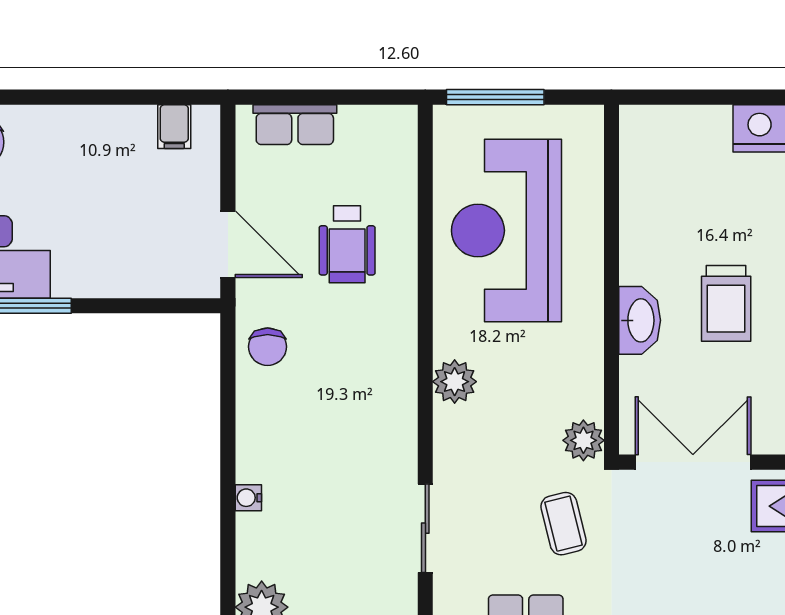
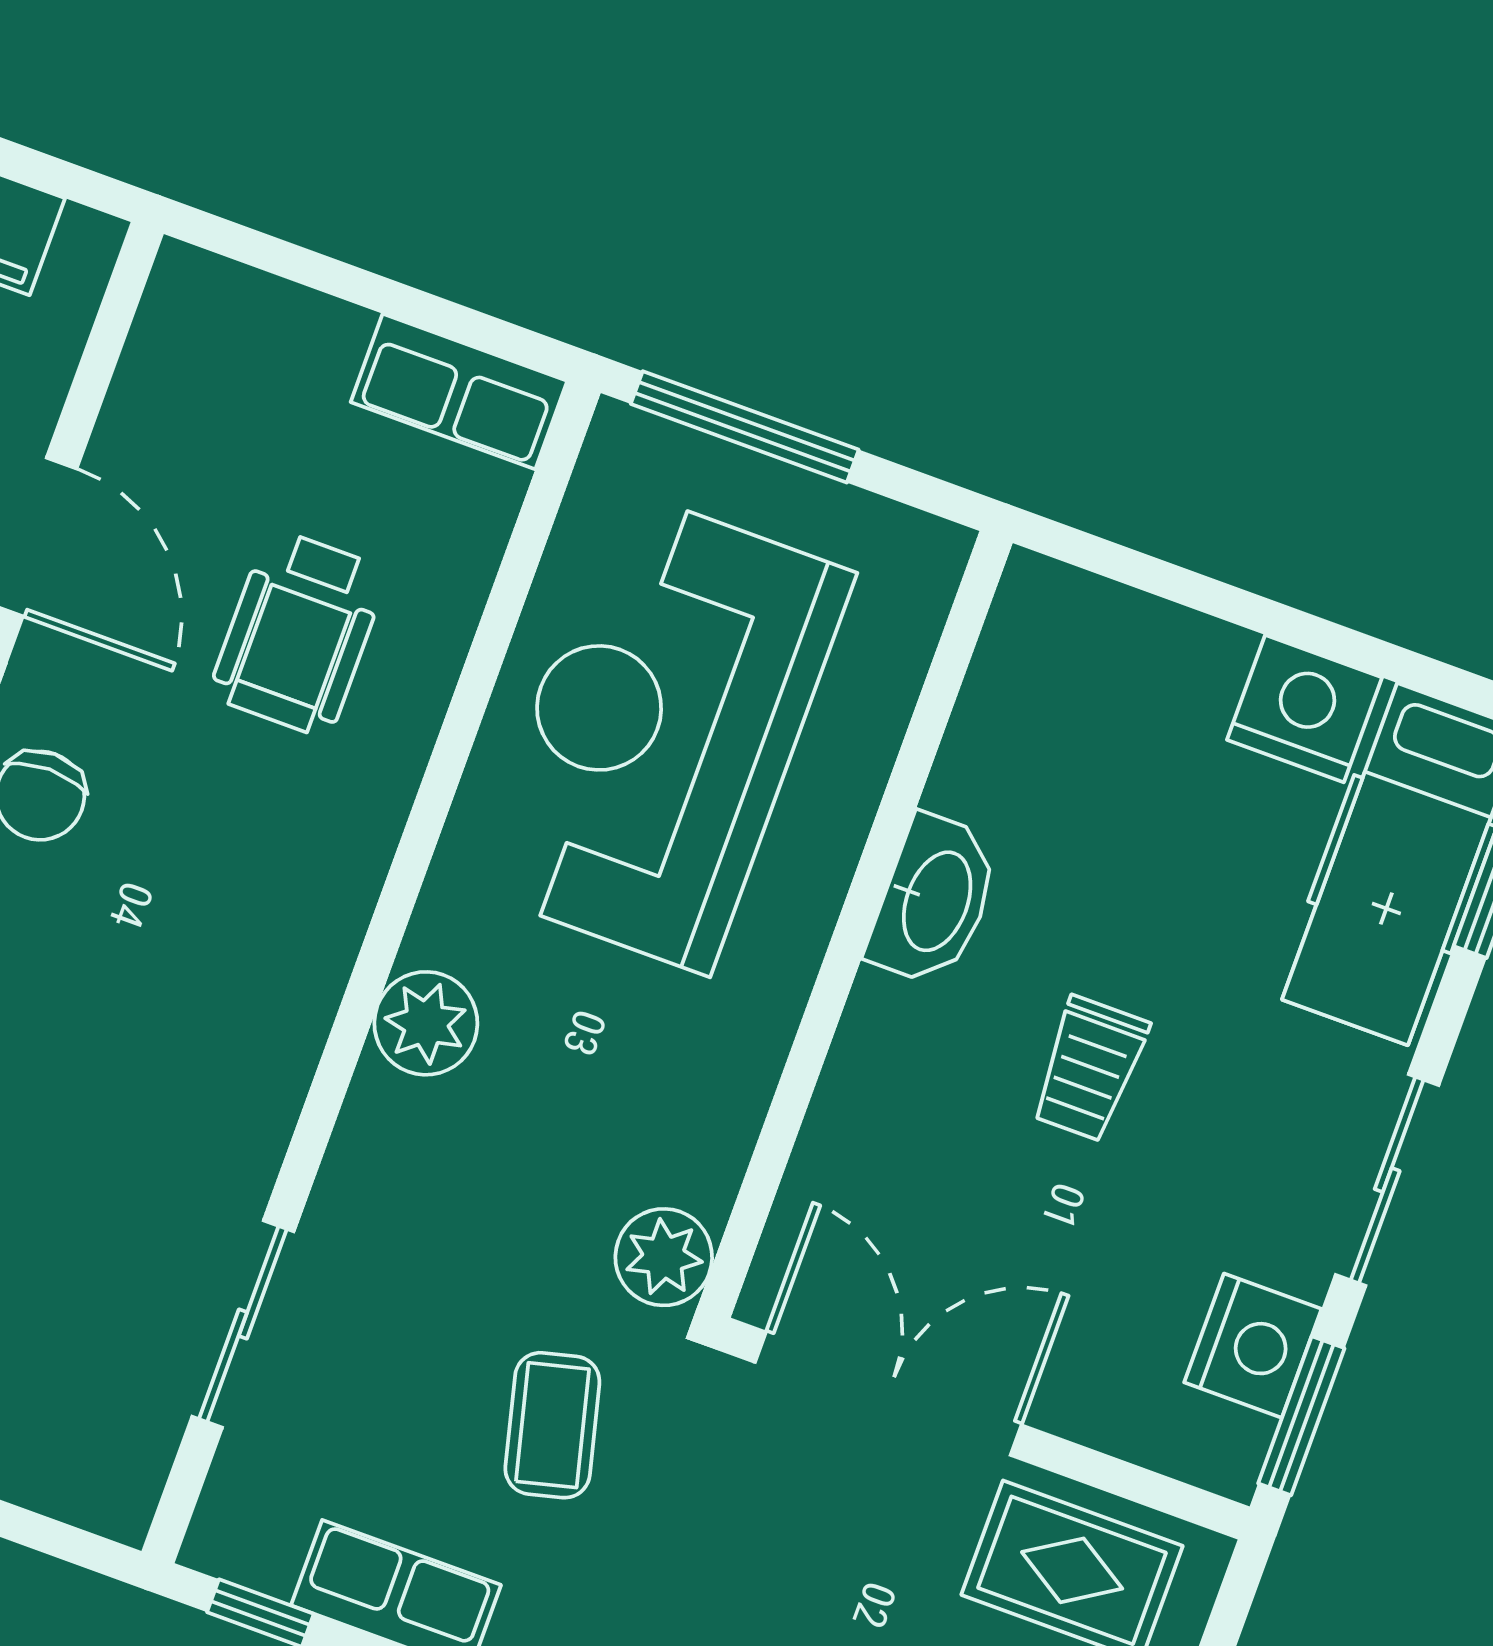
row of seats: (295, 125) -> (459, 392), moved
trolley: (726, 303) -> (1089, 1069), width x0.73, depth x0.72
washbasin: (640, 320) -> (934, 900), moved

